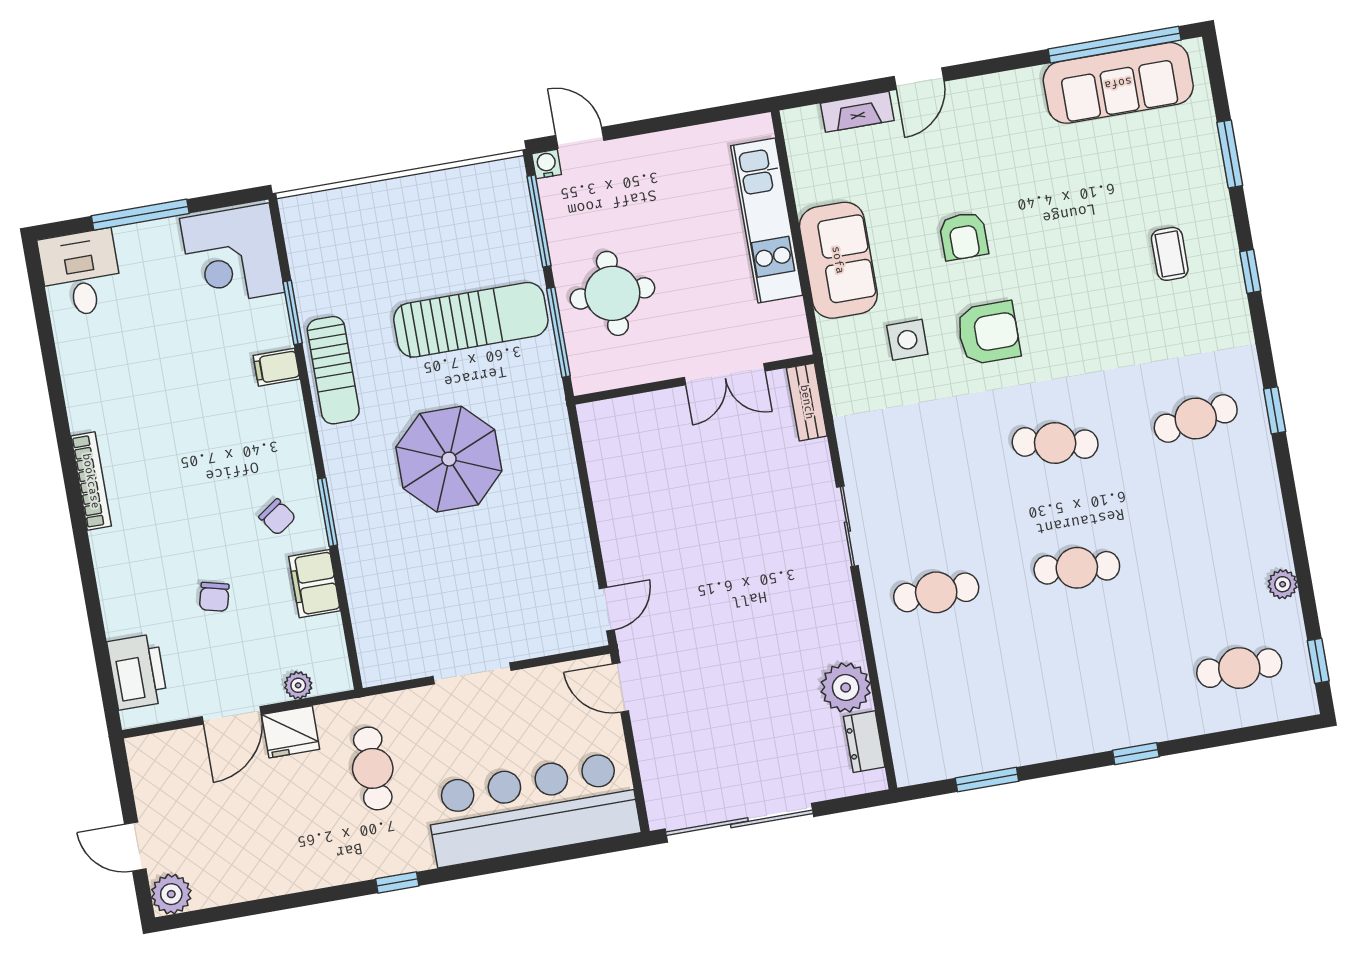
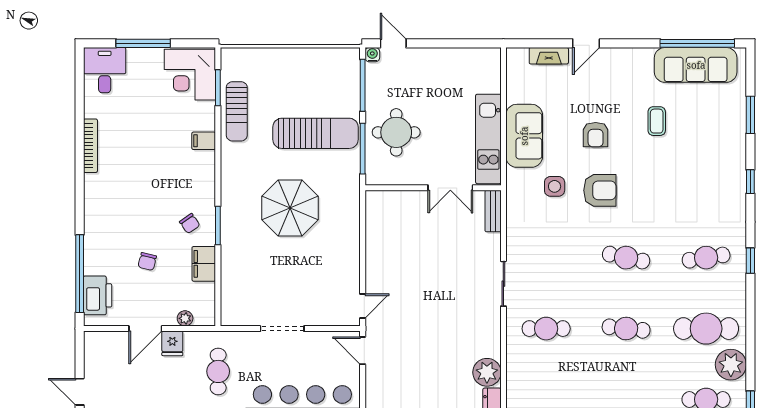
kitchen unit: (767, 220) -> (488, 139), moved
coffee table: (1170, 254) -> (657, 121), moved
window: (293, 312) -> (218, 88), moved
sun lounger: (333, 370) -> (237, 111), moved
bookcase: (91, 481) -> (90, 146), moved
cafe table: (1217, 543) -> (706, 329), added
plant: (1283, 584) -> (731, 365), width x1.88, depth x1.88
window: (99, 639) -> (80, 274), added
fridge: (291, 732) -> (172, 343), width x0.72

